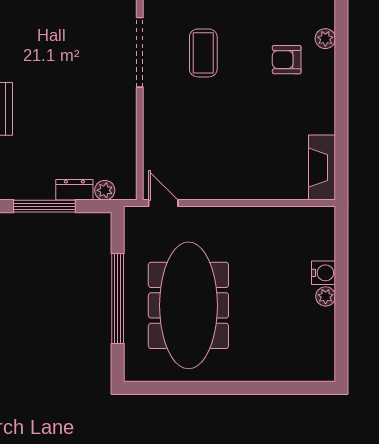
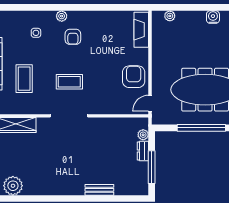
fireplace: (322, 168) -> (141, 30), moved, turned 90
armchair: (213, 173) -> (134, 77), added
water cooler: (323, 273) -> (213, 17), moved
plant: (326, 296) -> (170, 16), moved

